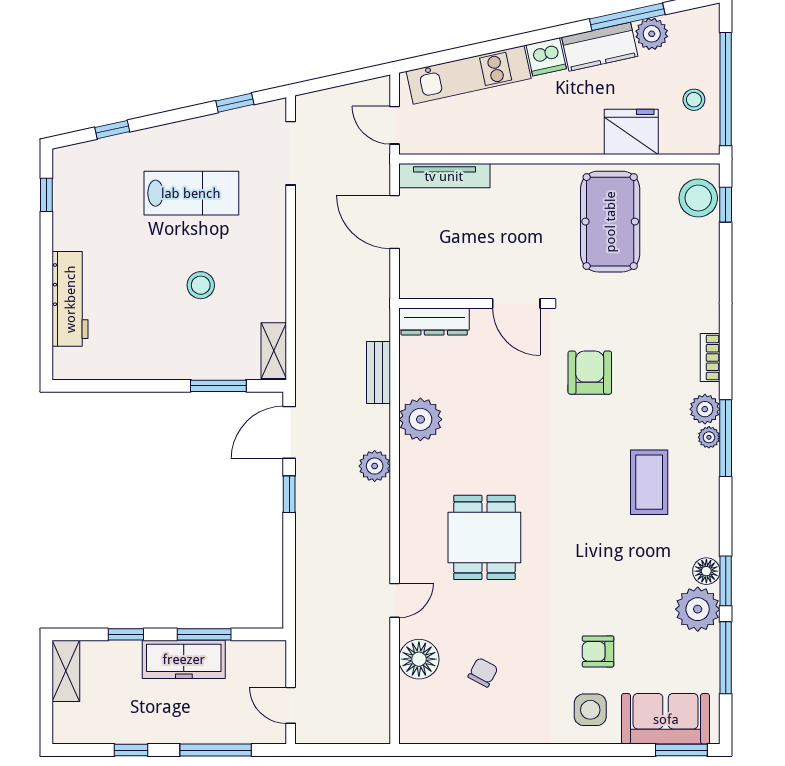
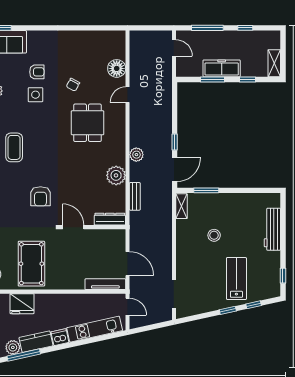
window: (235, 103) -> (228, 310), moved
lab bench: (191, 193) -> (236, 279), moved, turned 90
chair: (483, 672) -> (73, 85), moved
side table: (590, 710) -> (35, 95), moved

